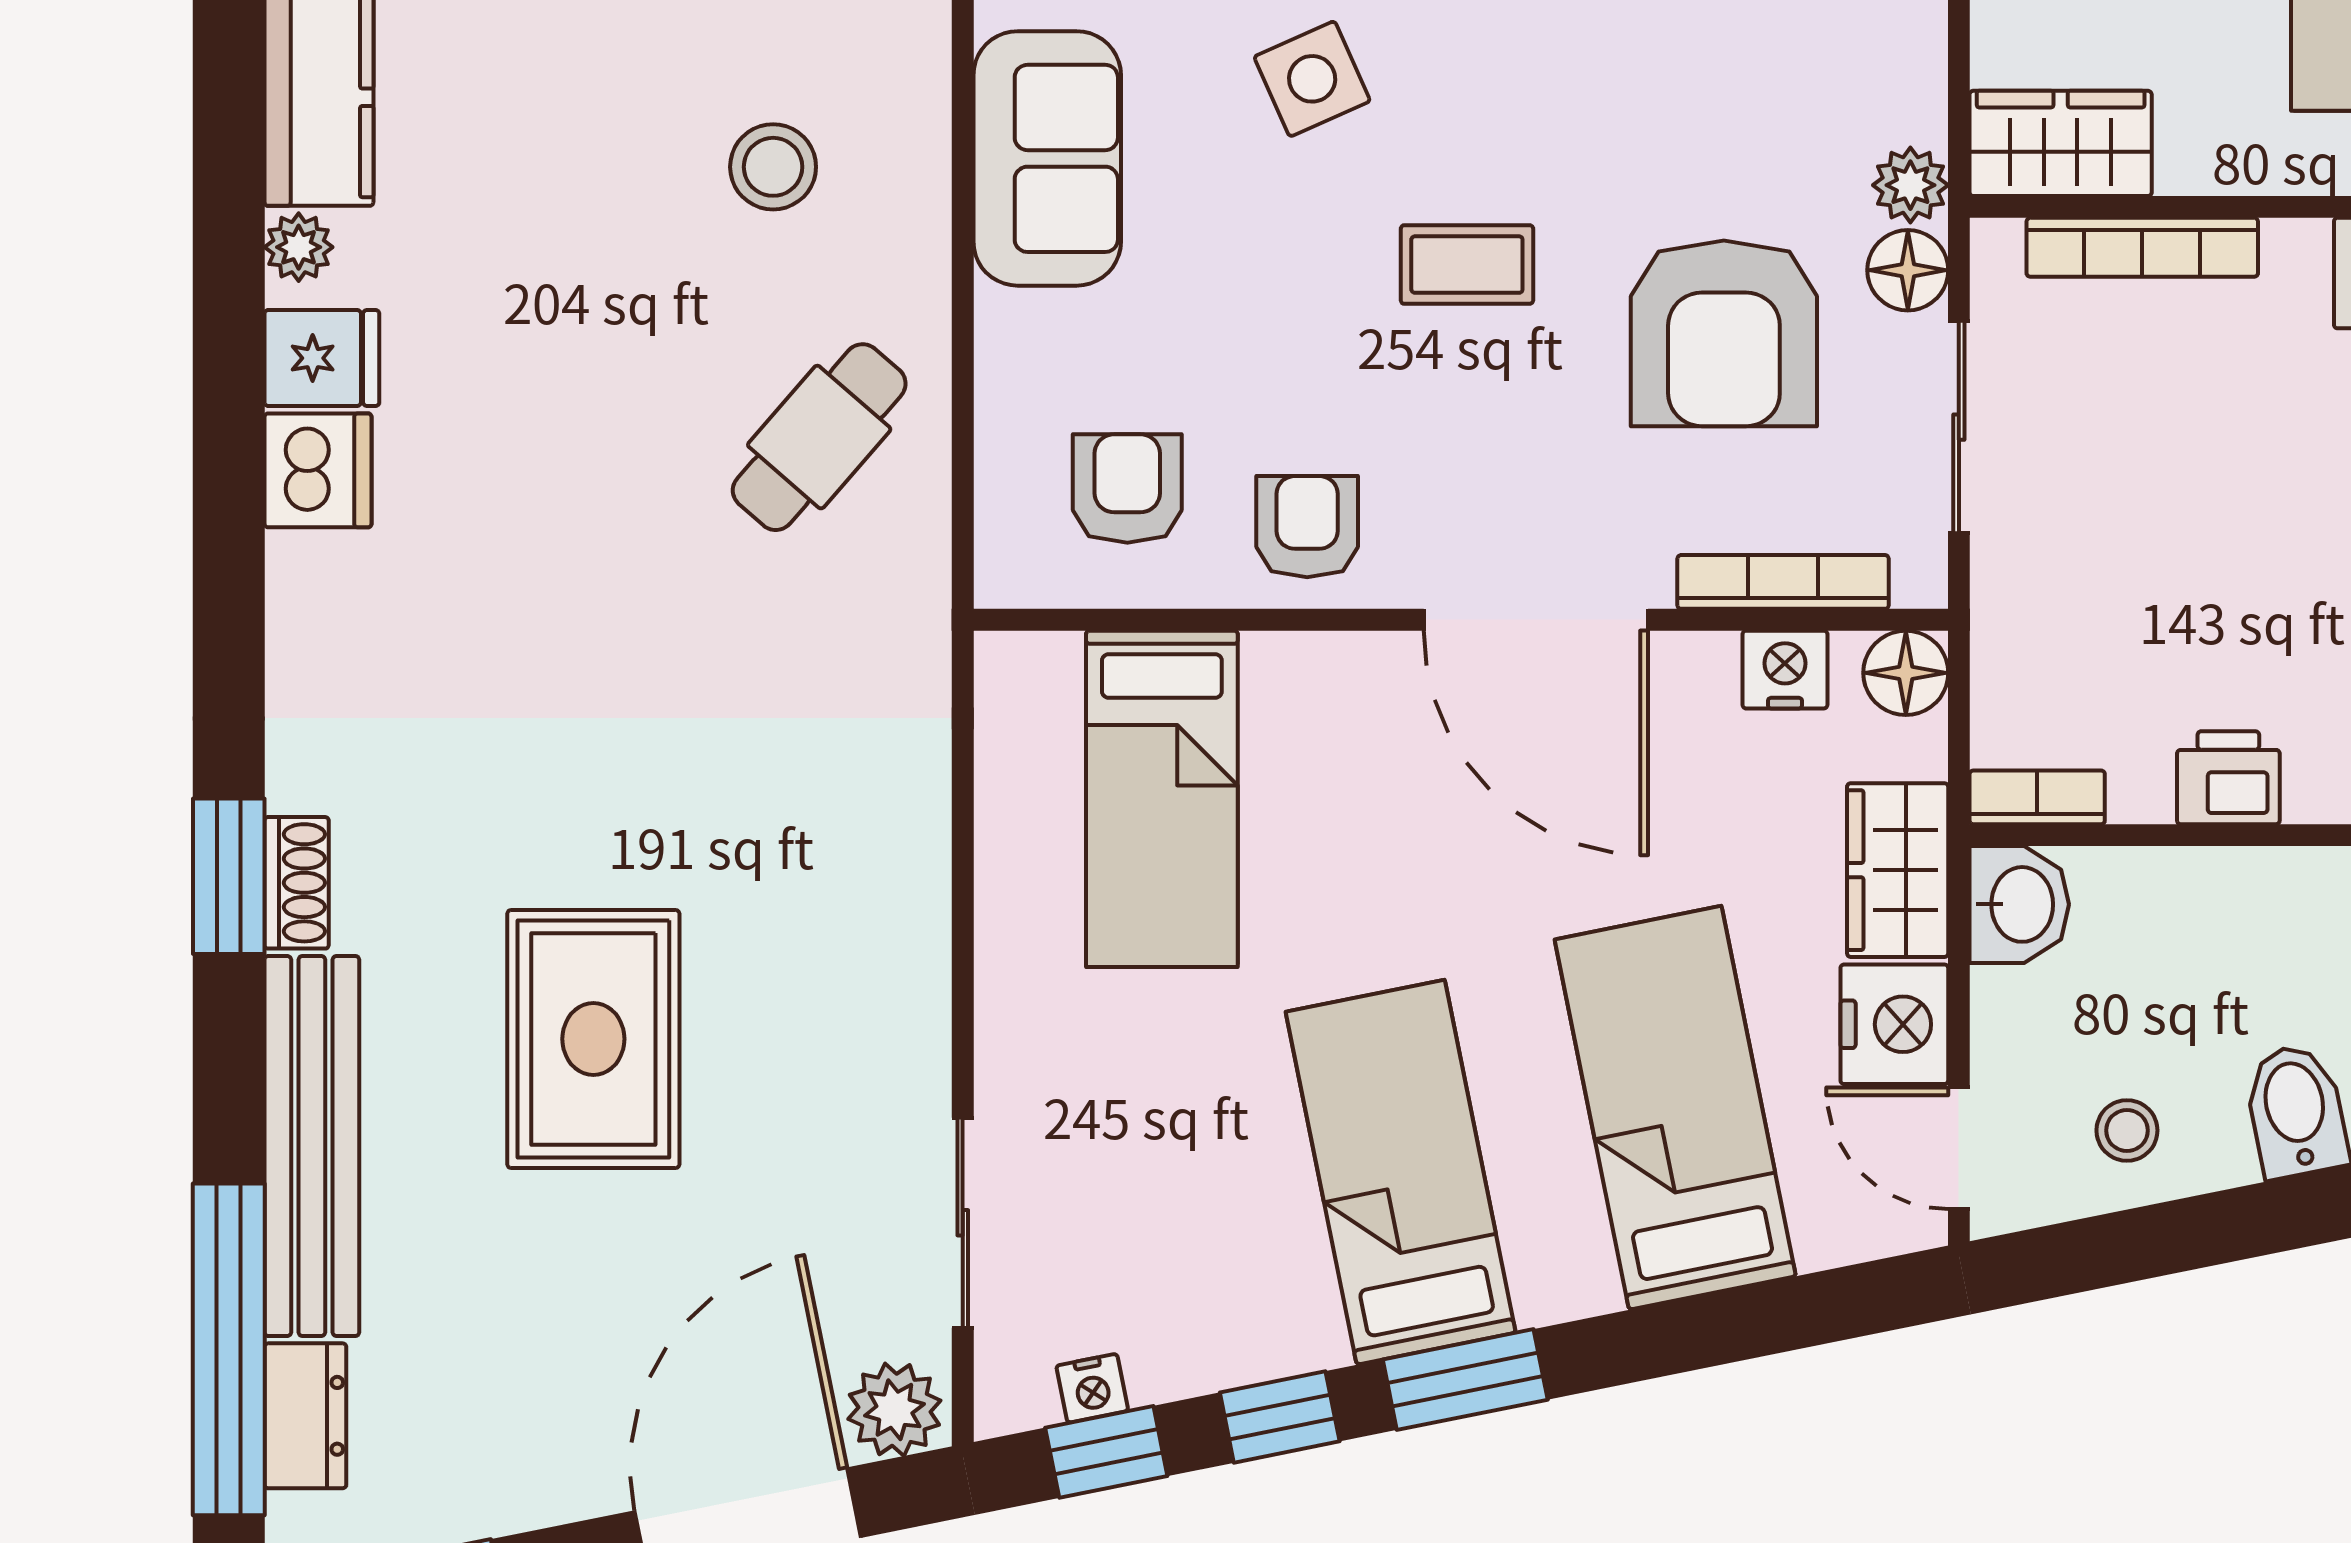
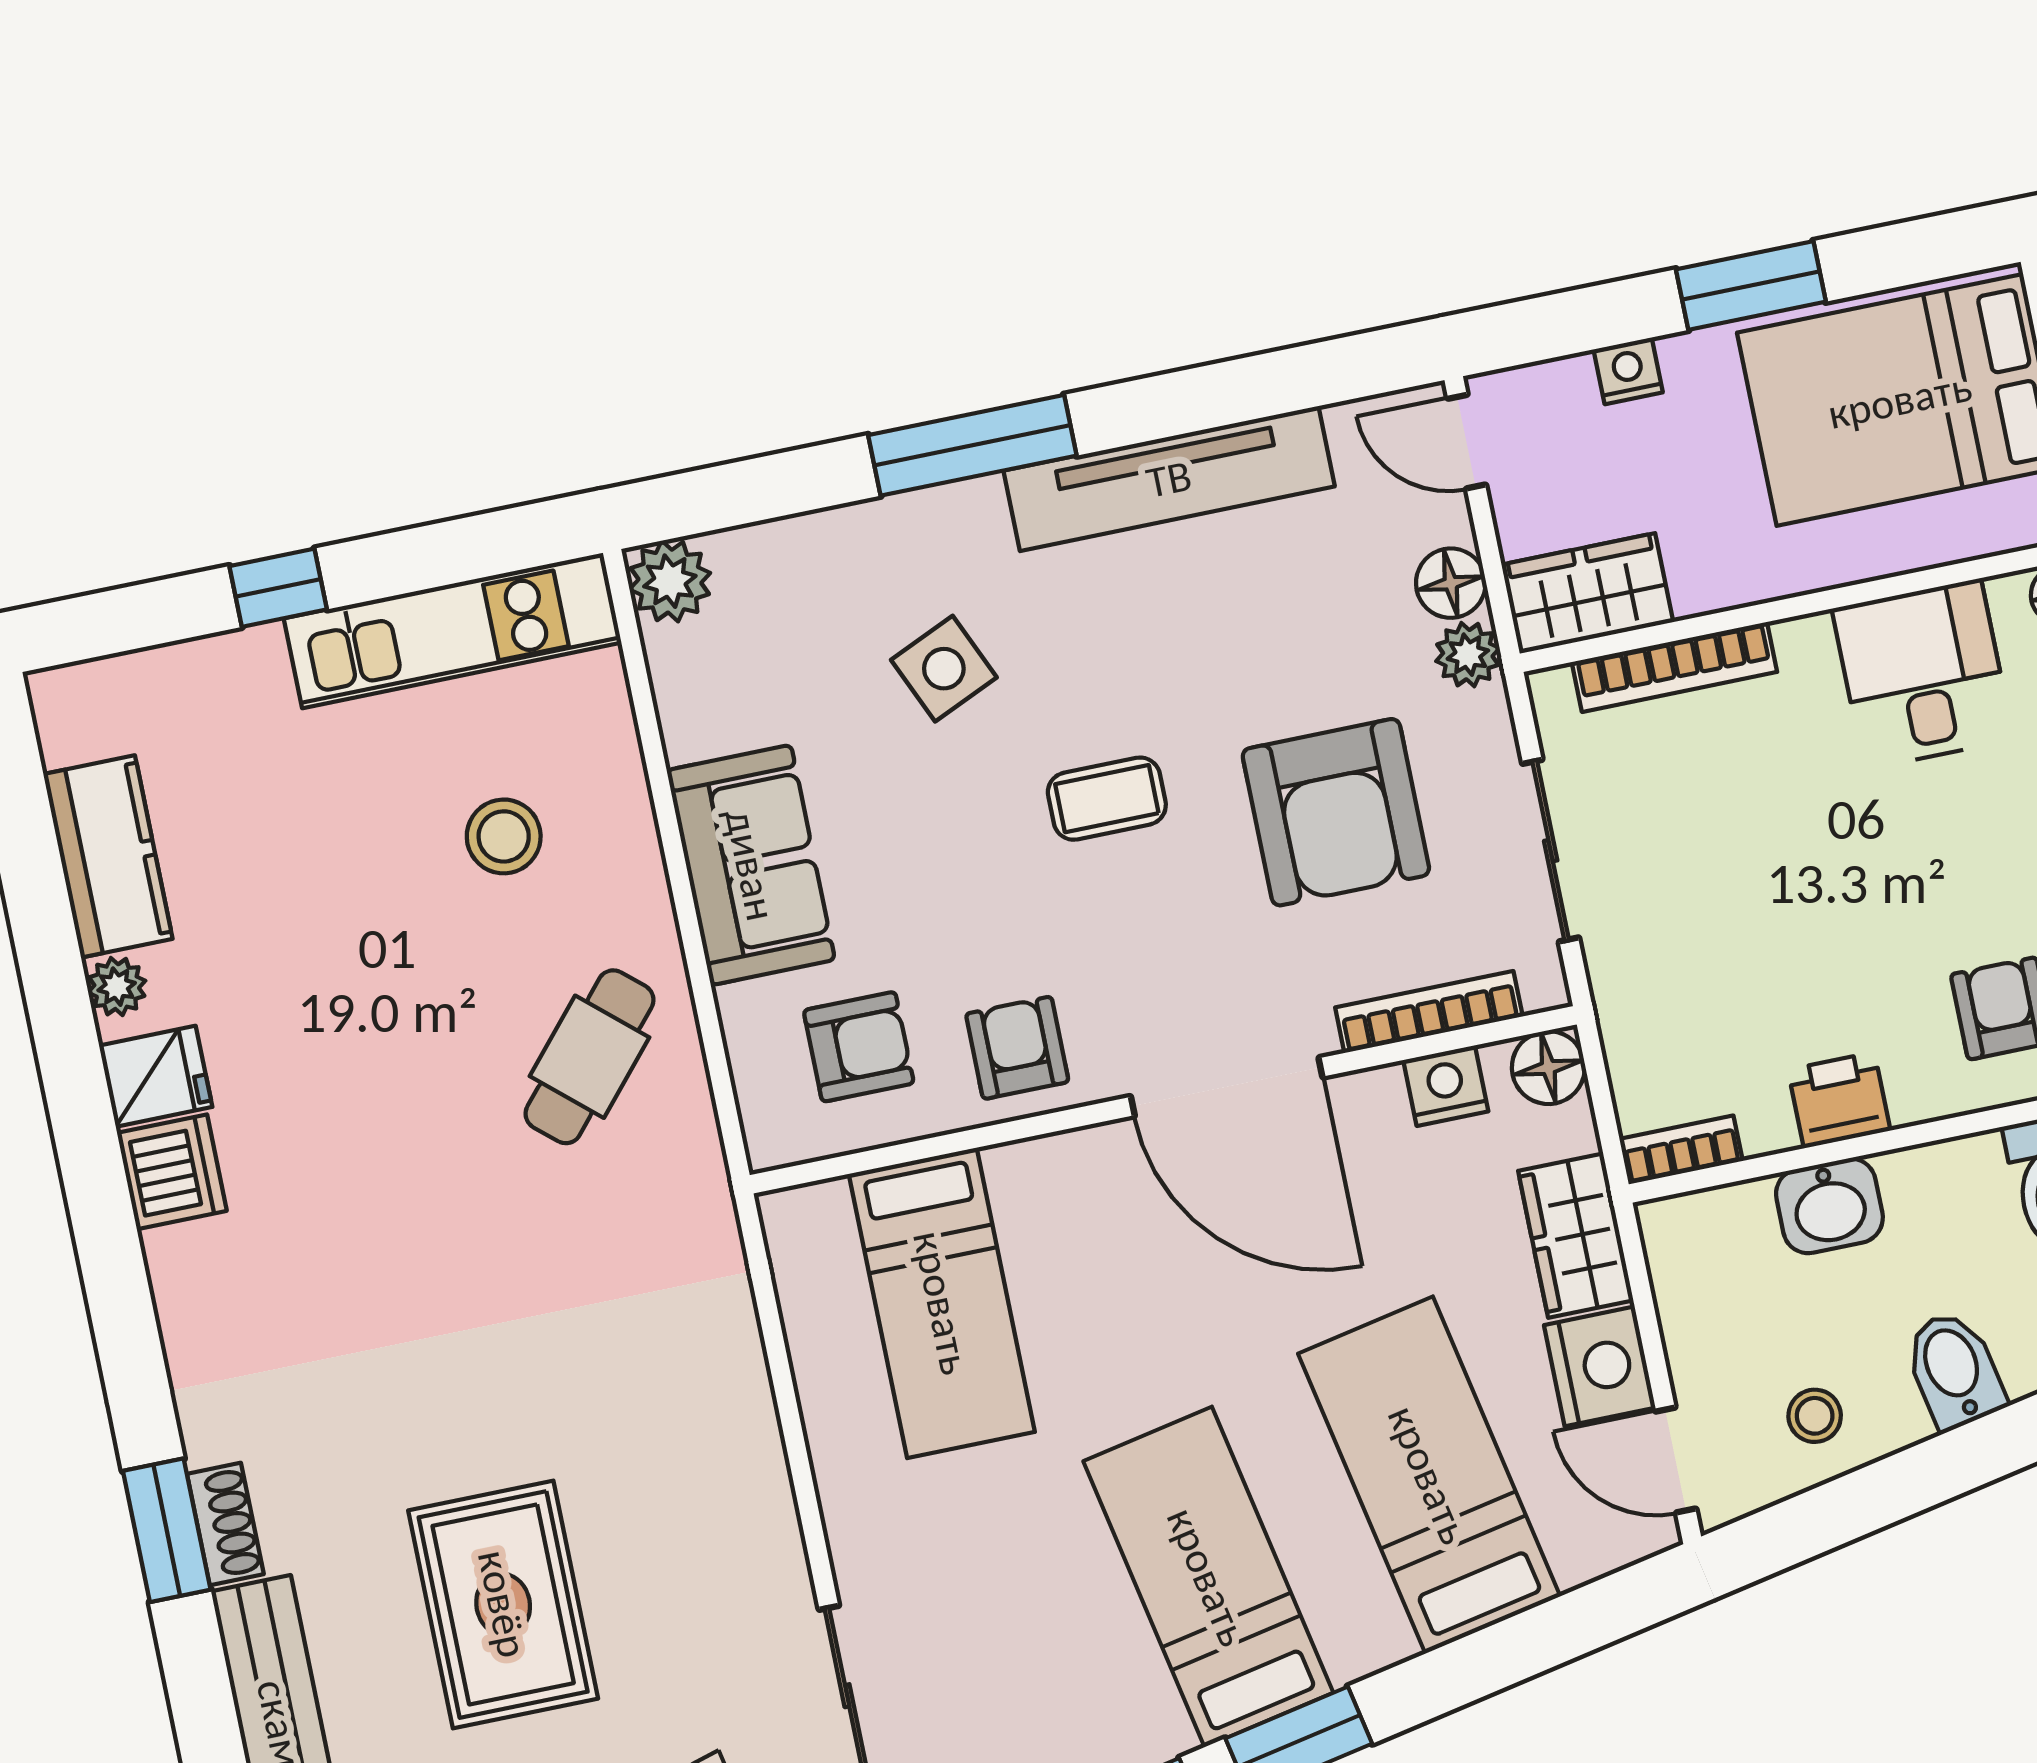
sofa: (1047, 158) -> (751, 865), moved
floor lamp: (1908, 270) -> (1451, 583), moved
armchair: (1127, 488) -> (859, 1047), turned 90
washbasin: (2019, 904) -> (1829, 1206), moved, turned 90

